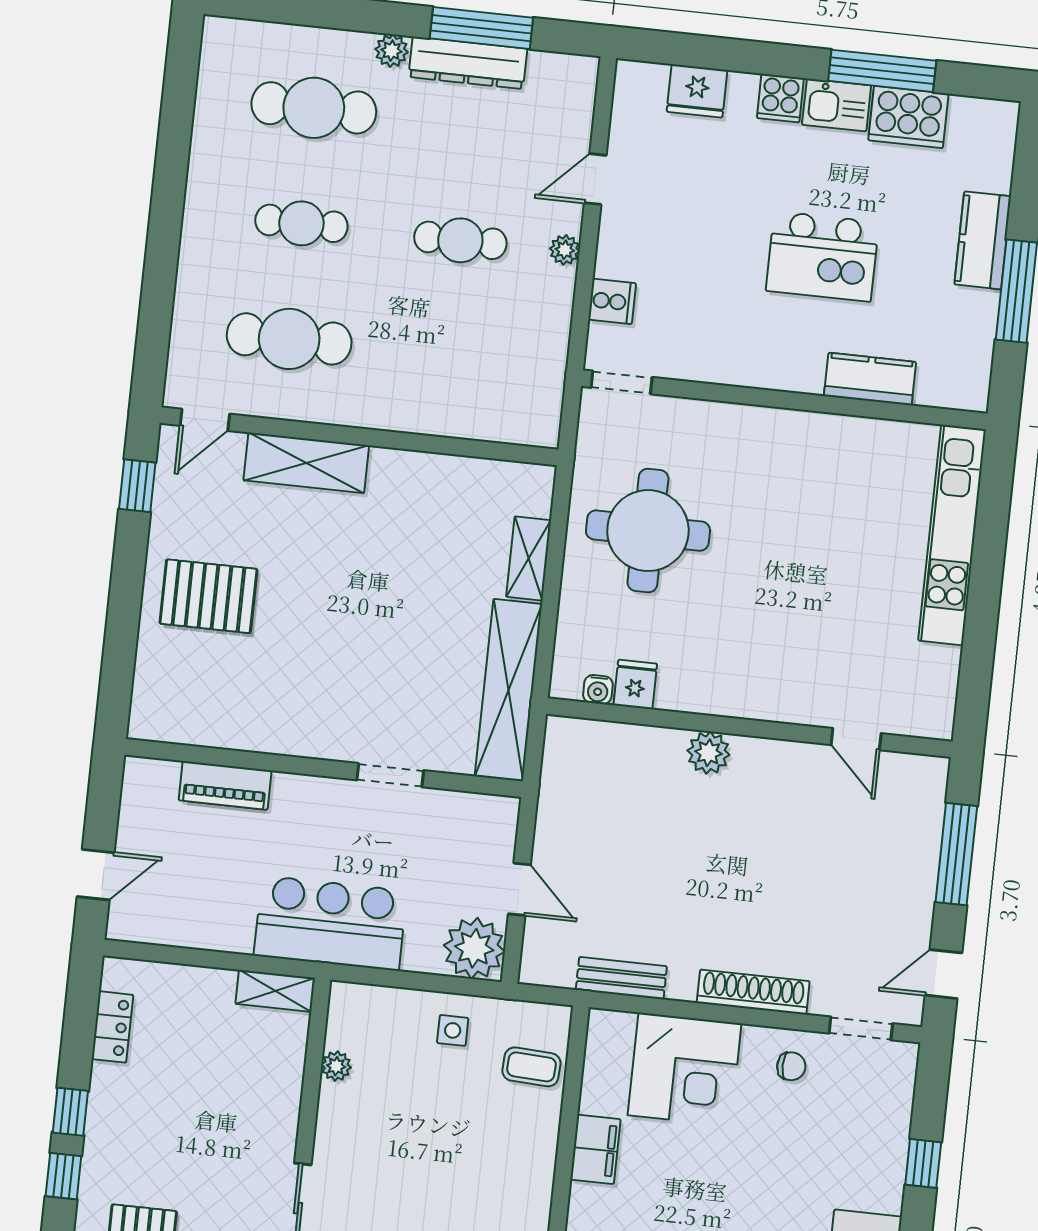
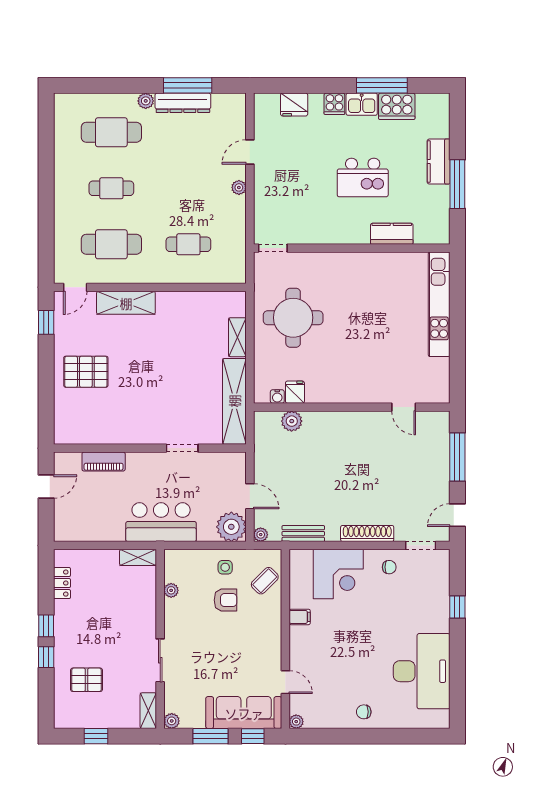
cafe table: (460, 240) -> (188, 244), moved
cooker: (612, 301) -> (264, 210), removed
plant: (708, 753) -> (292, 421), moved
door: (96, 875) -> (46, 487), moved
plant: (533, 971) -> (261, 535), added
coffee table: (531, 1067) -> (265, 581), turned -48
armchair: (446, 1098) -> (225, 600), added
filing cabinet: (595, 1149) -> (300, 617), width x0.50

